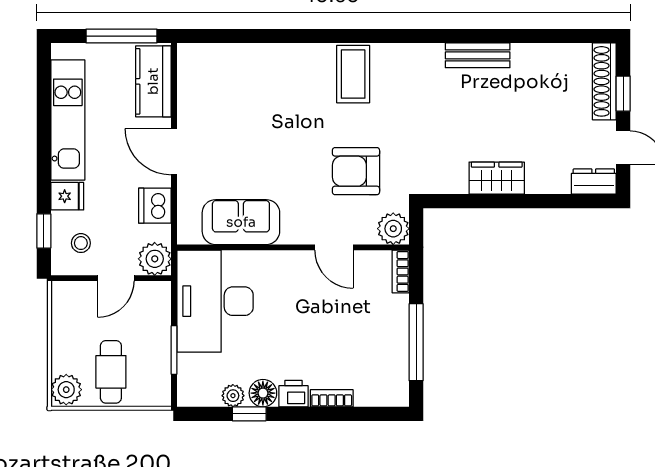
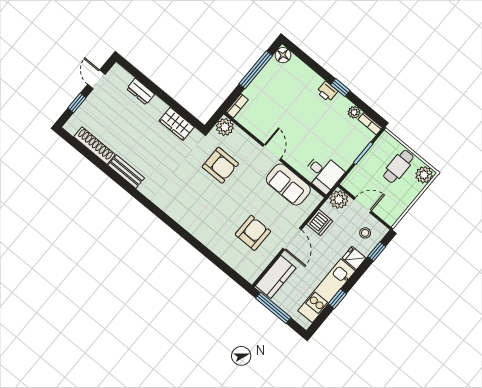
coffee table: (353, 74) -> (187, 208), removed
shoe rack: (604, 81) -> (94, 146), moved, turned -90
armchair: (235, 116) -> (253, 233), added
window: (44, 121) -> (337, 299), added
wardrobe: (497, 178) -> (177, 124), moved
dresser: (594, 182) -> (141, 91), moved
door: (334, 247) -> (272, 152), moved
desk: (215, 301) -> (323, 173), width x0.53, depth x0.77
floor lamp: (263, 393) -> (283, 55), moved
bookcase: (332, 398) -> (370, 124), moved
window: (249, 414) -> (340, 88), moved

